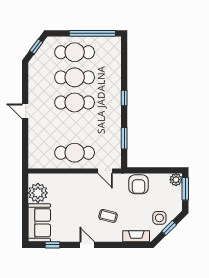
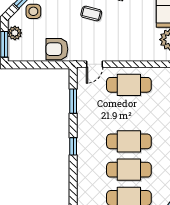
door: (105, 171) -> (94, 64), swing flipped
plant: (176, 180) -> (15, 33), moved
armchair: (139, 184) -> (57, 49), turned -90

